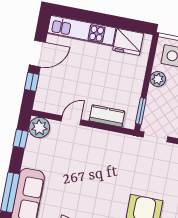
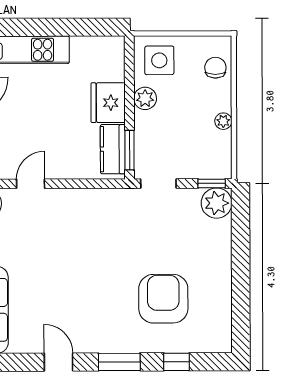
fridge: (128, 42) -> (108, 103), moved, turned 90
kitchen counter: (107, 116) -> (113, 149), moved, turned -90

